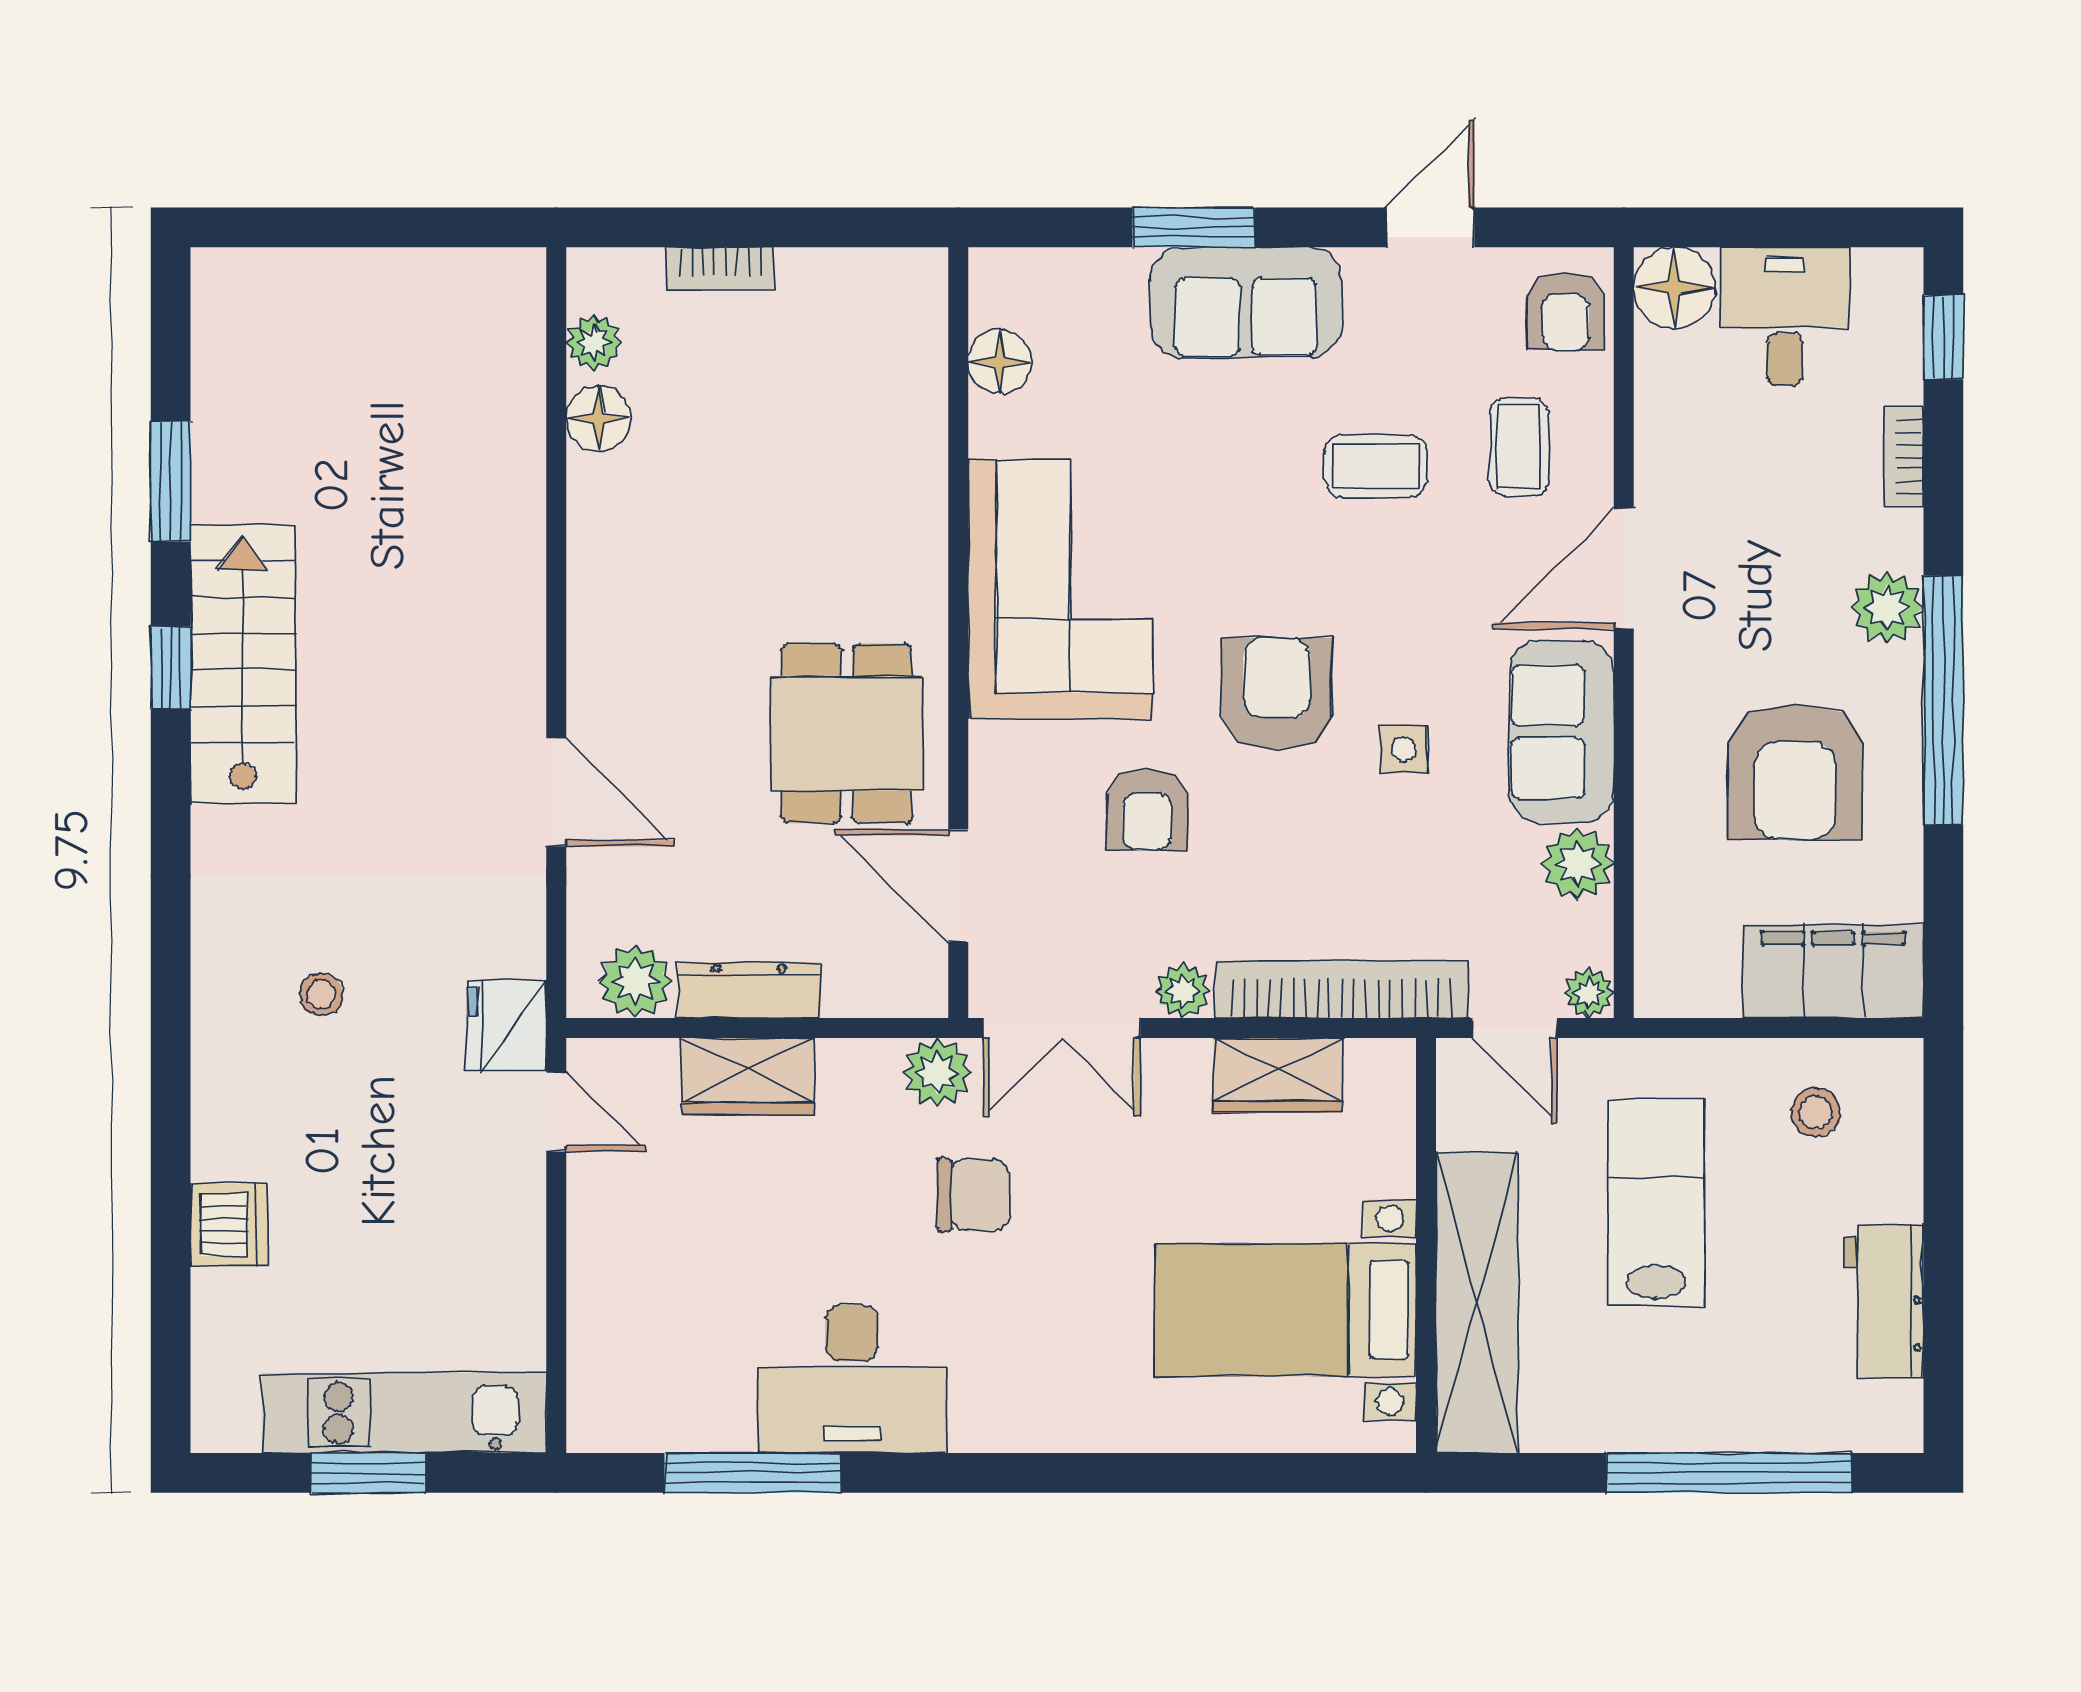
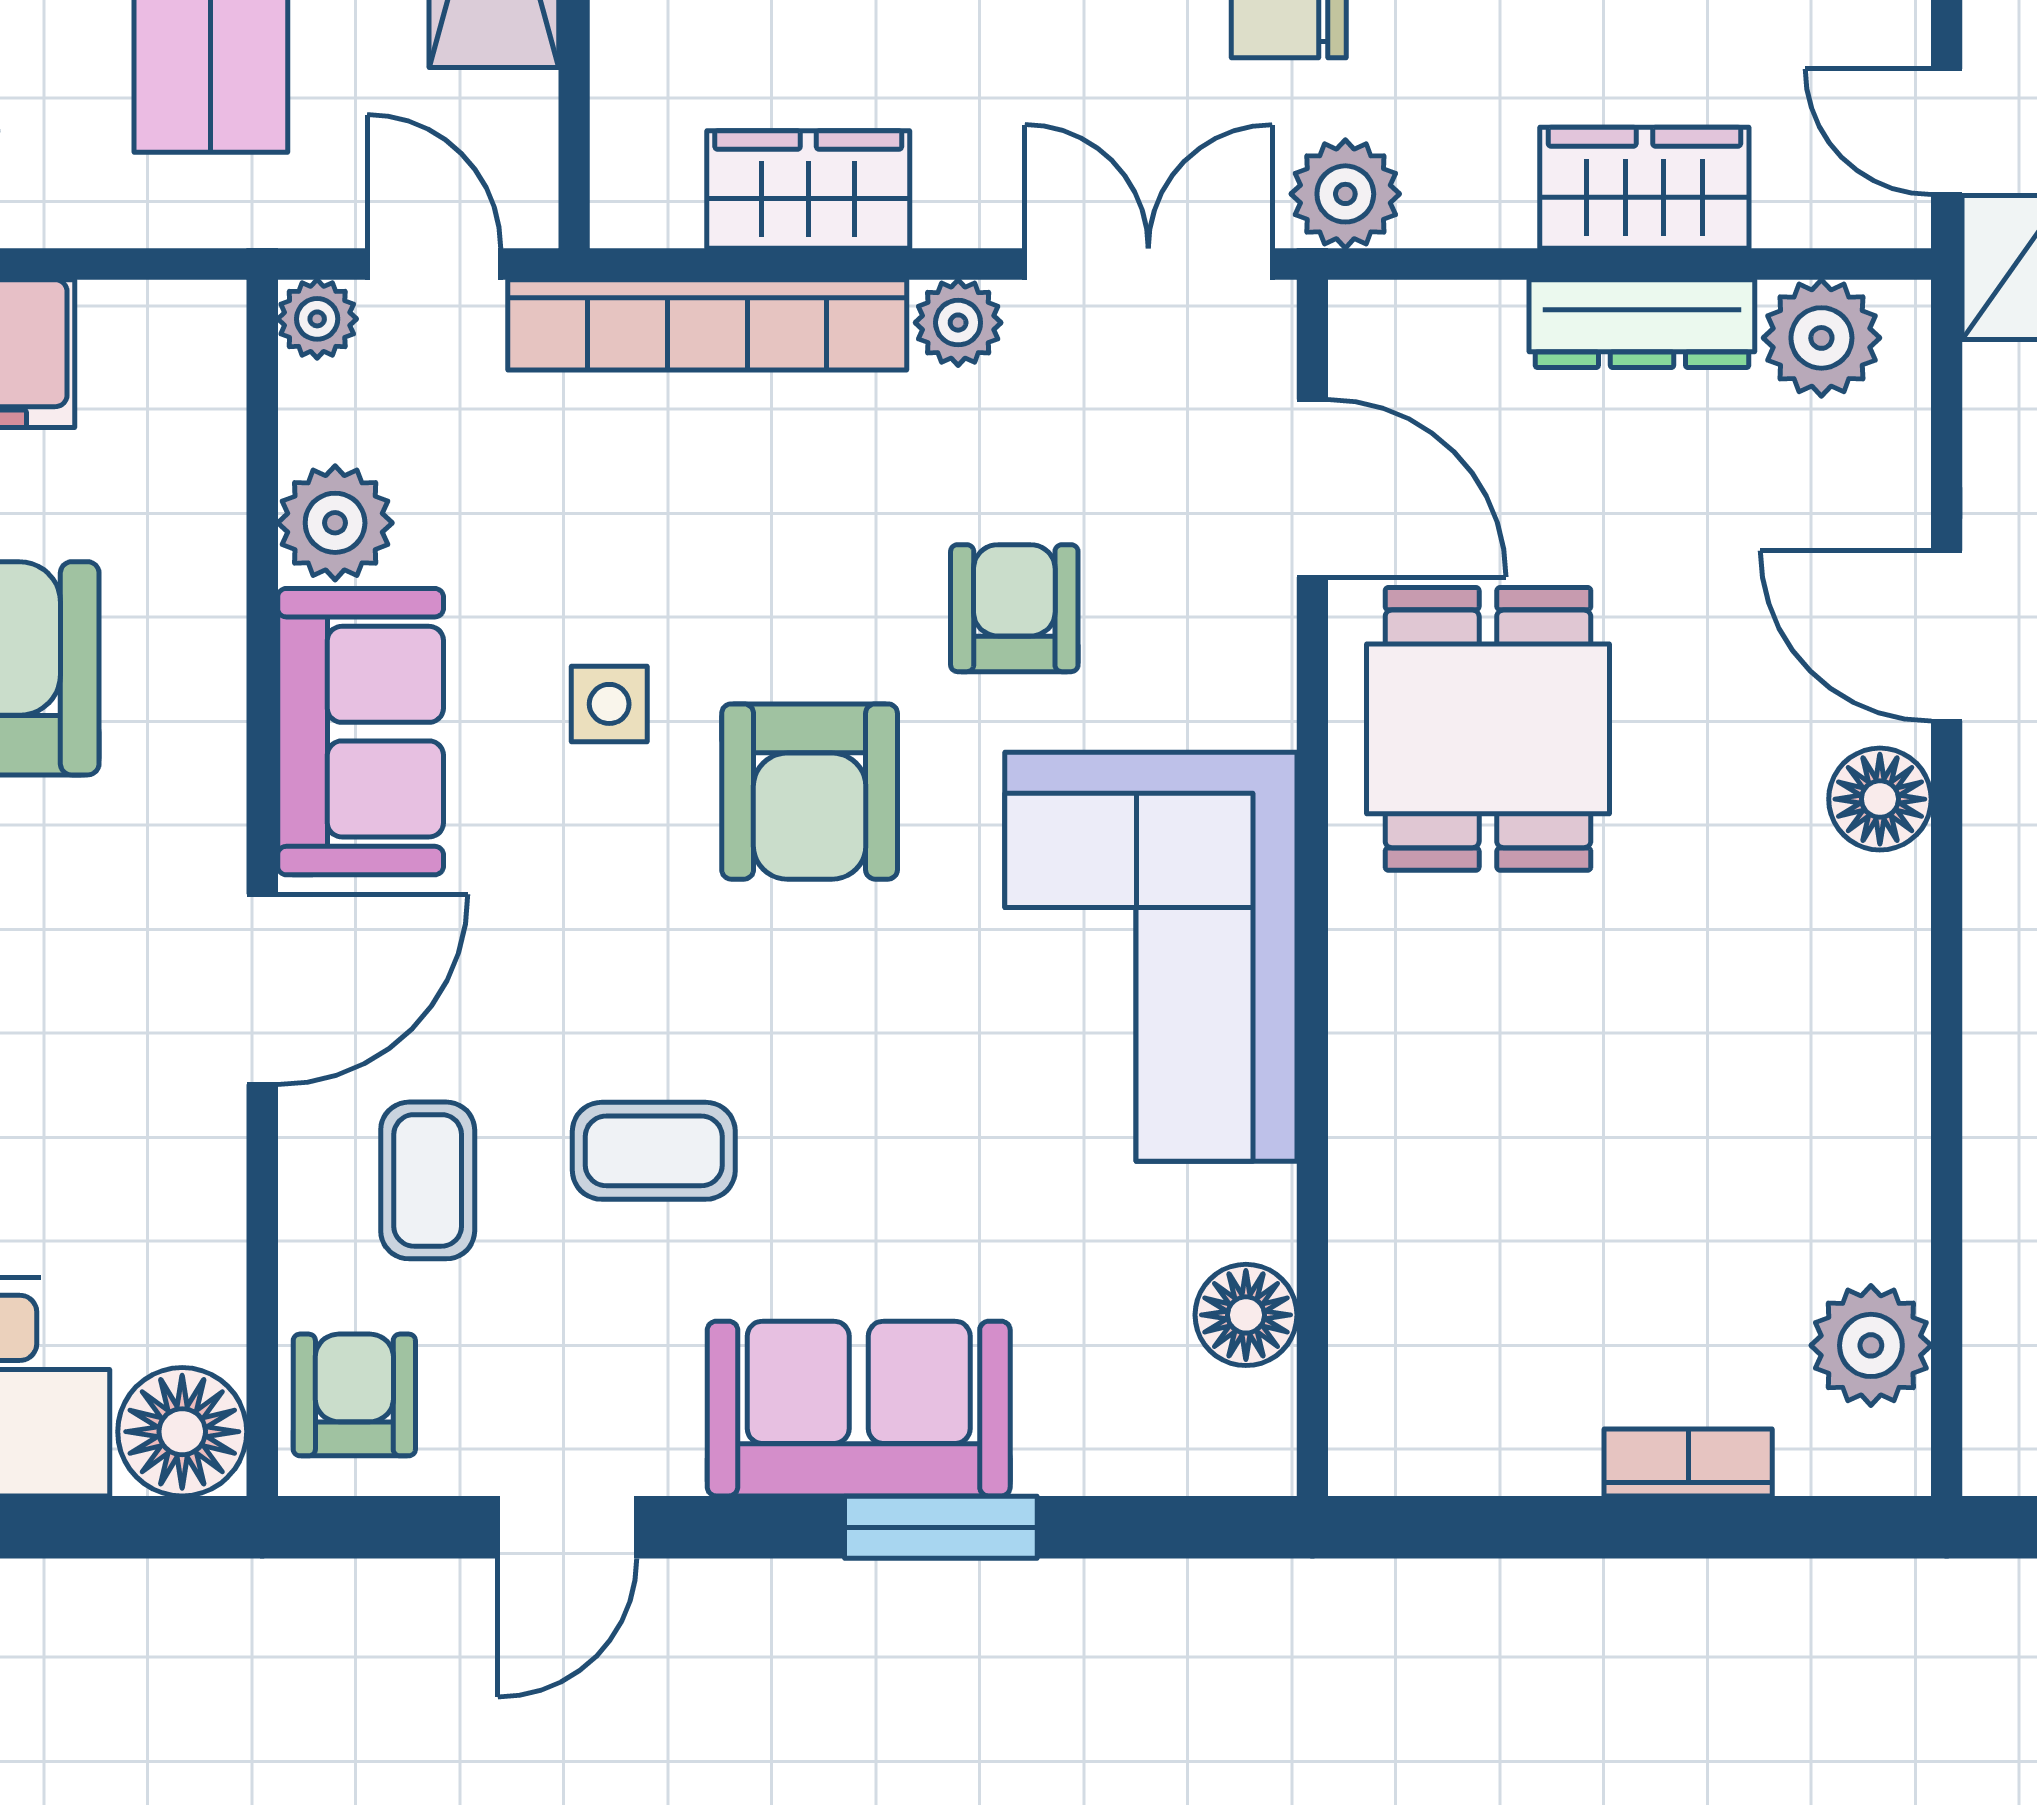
plant: (594, 343) -> (1871, 1345), width x1.38, depth x1.38
floor lamp: (598, 418) -> (1880, 799), moved

